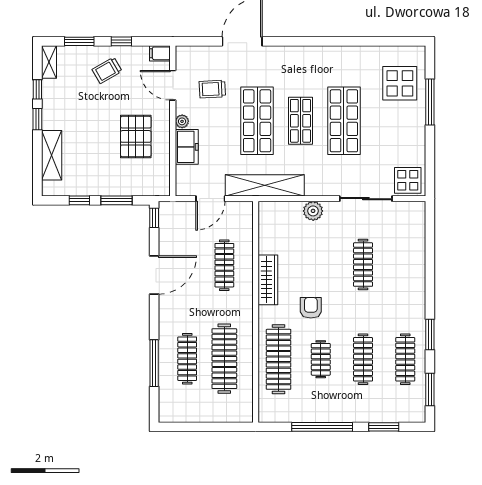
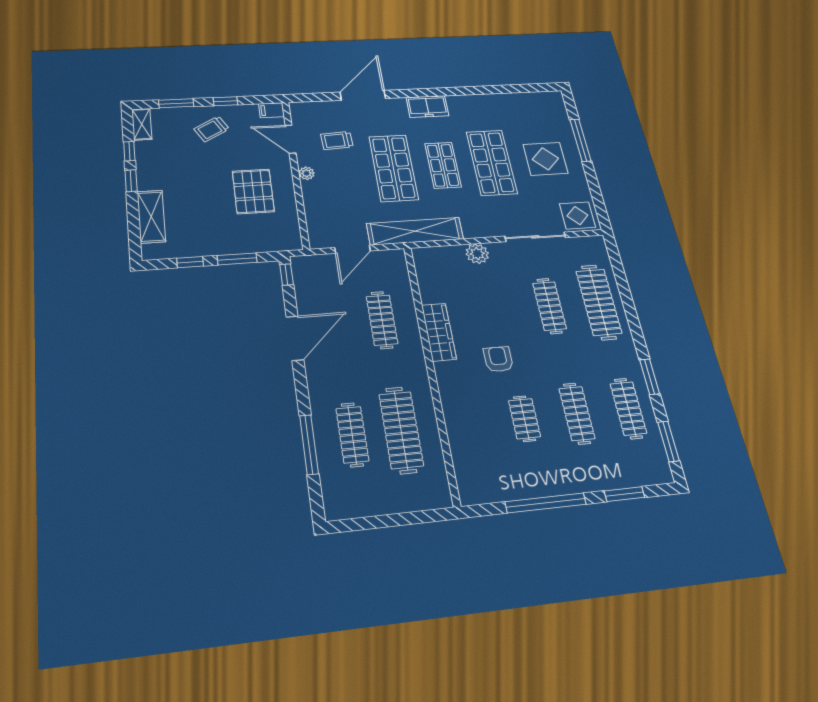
display table: (400, 83) -> (545, 159), moved
freezer: (187, 147) -> (427, 106), moved, turned 90
clothes rail: (279, 359) -> (599, 302), moved

